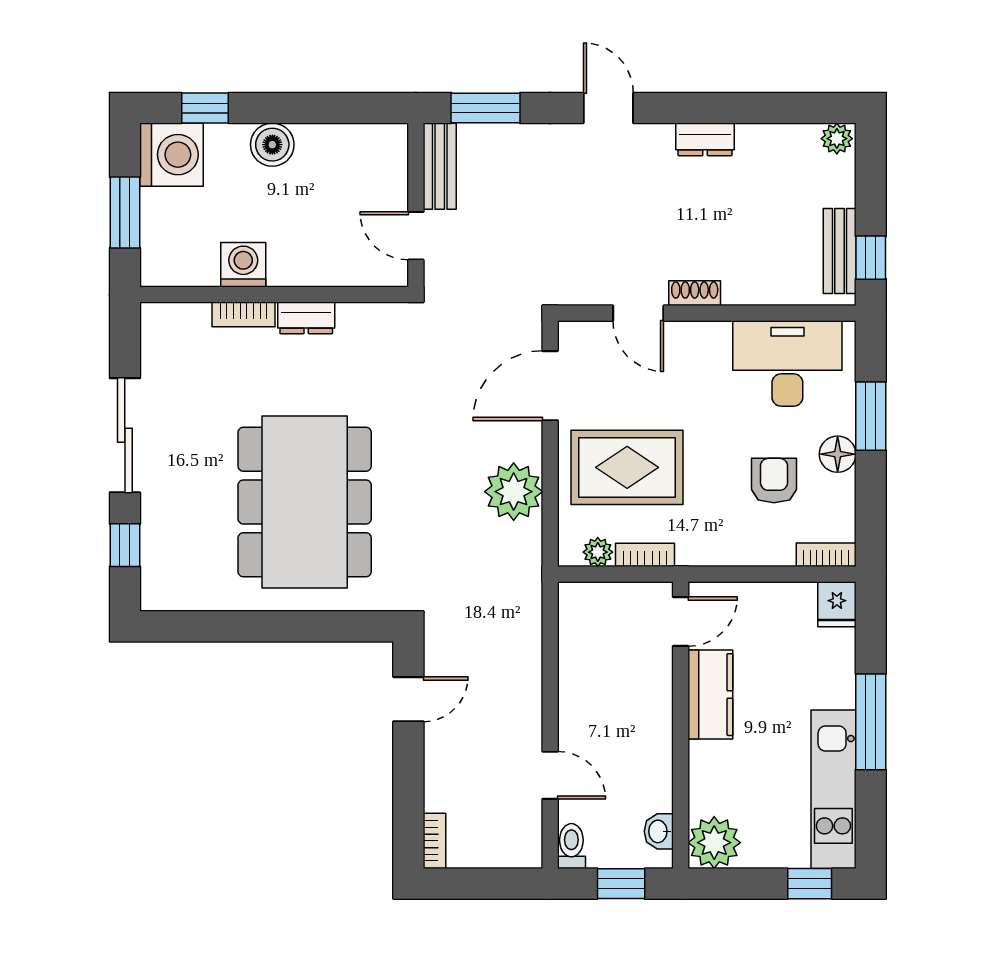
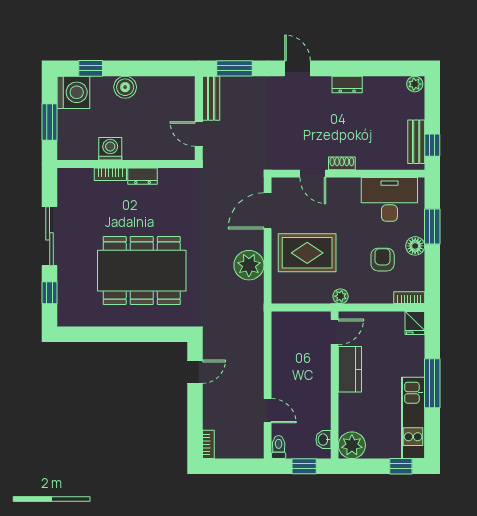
dining table: (305, 502) -> (142, 271), turned 90
plant: (598, 552) -> (341, 296), moved
bookcase: (645, 555) -> (316, 298), removed

